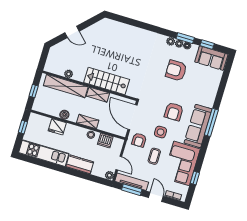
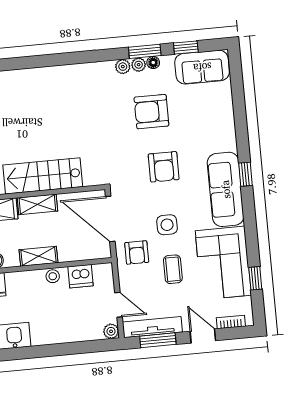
armchair: (174, 112) -> (164, 167), moved
window: (211, 122) -> (245, 174), width x0.46
kitchen counter: (80, 164) -> (54, 333), removed

